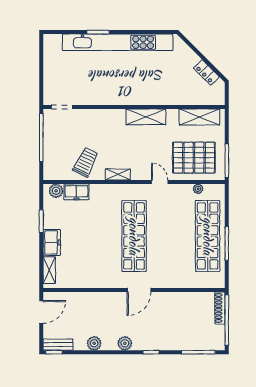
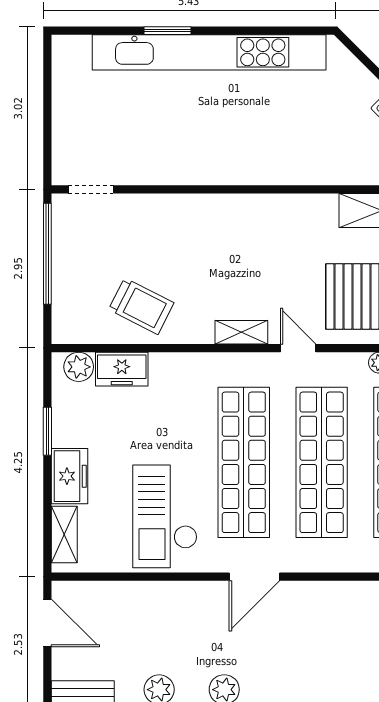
shelving: (146, 117) -> (269, 210), removed
trolley: (86, 162) -> (141, 306), turned 91
shelving: (118, 174) -> (241, 332), moved
shop shelf: (171, 236) -> (322, 462), added
checkout: (97, 261) -> (165, 516), added
door: (41, 312) -> (47, 623), hinge flipped

